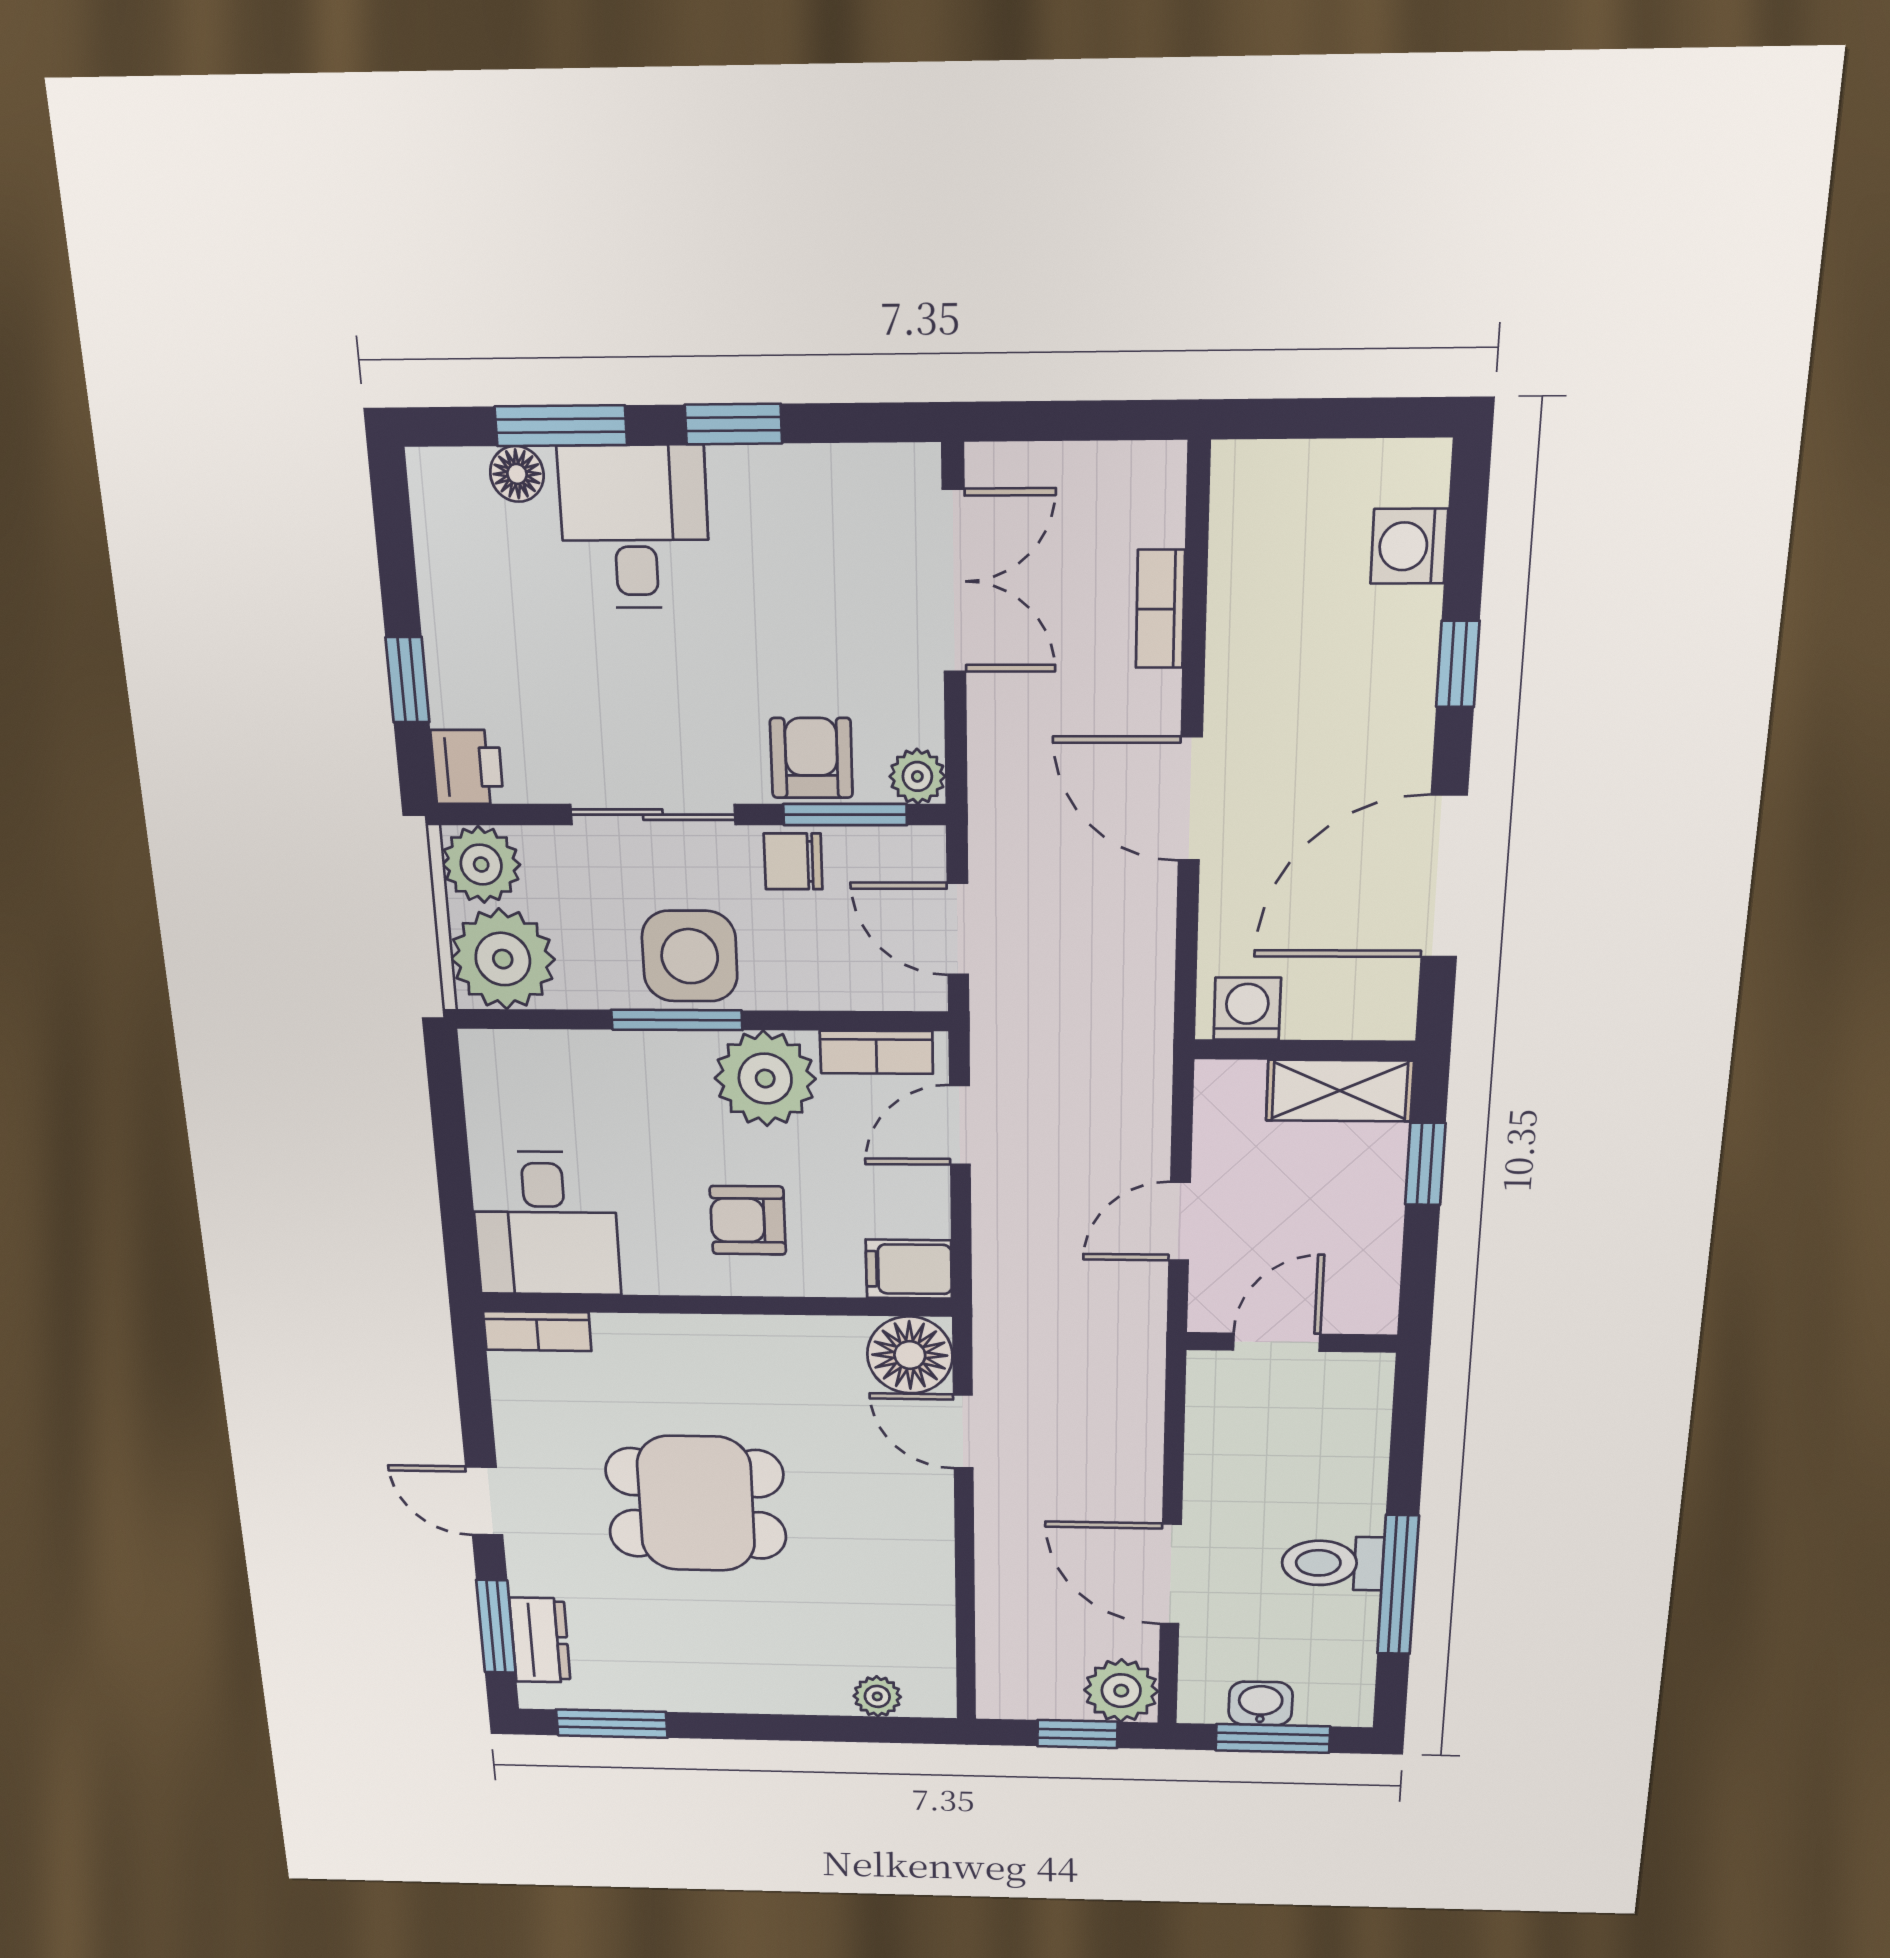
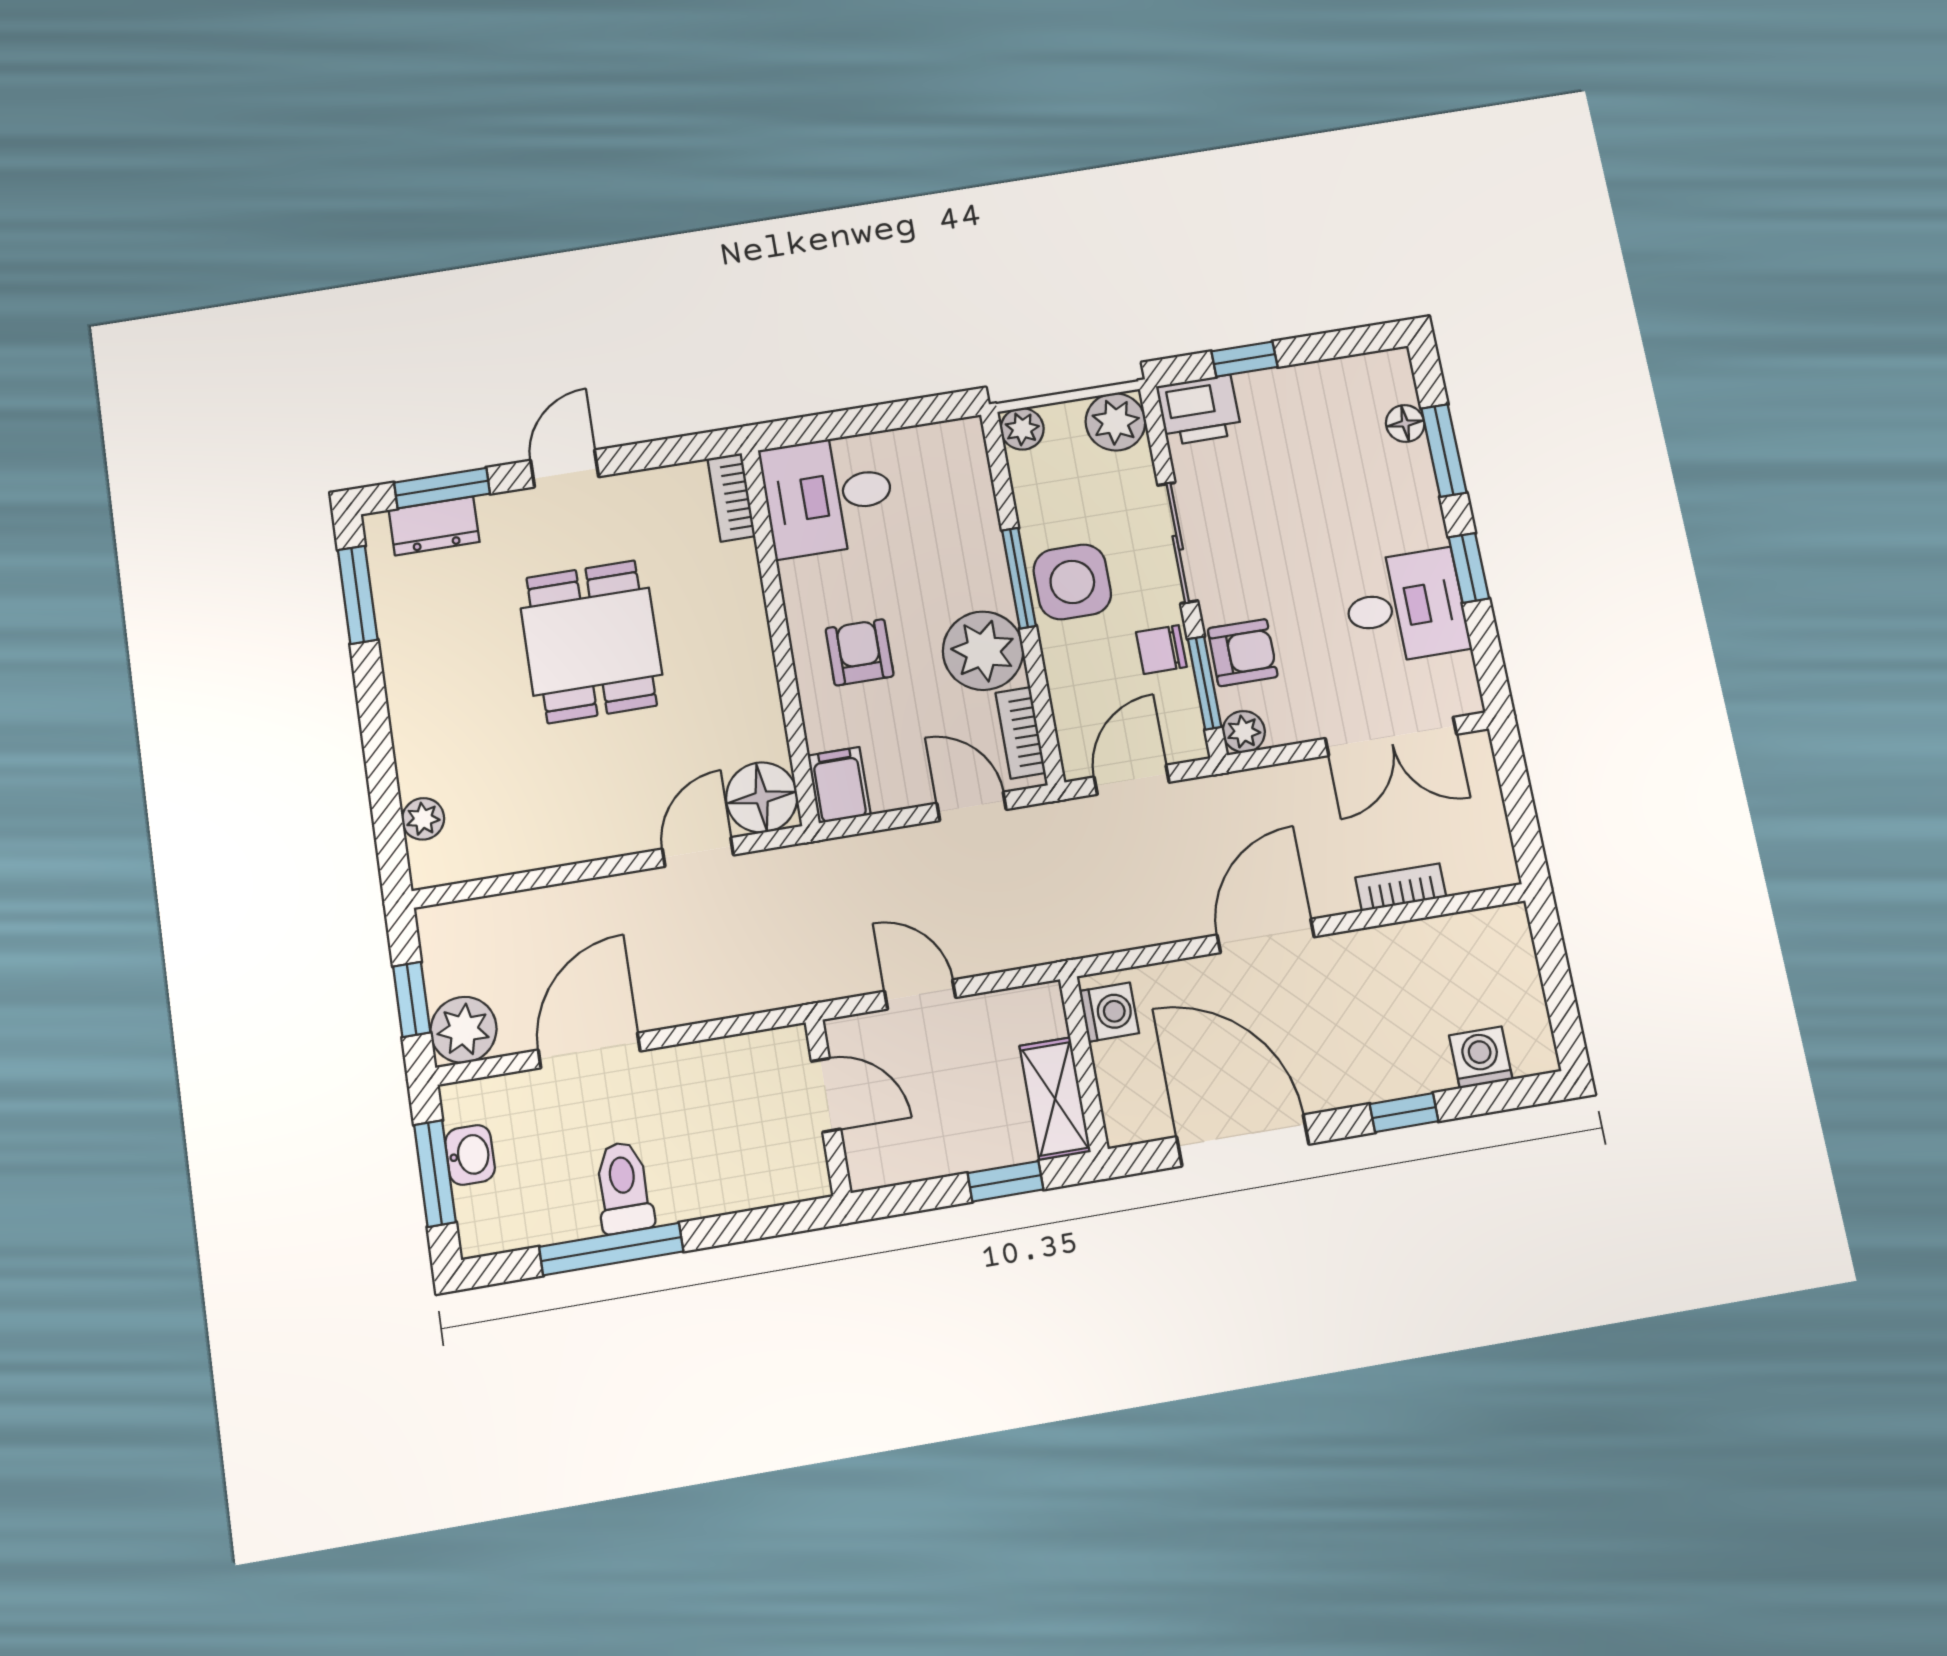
desk: (635, 527) -> (1405, 607), moved
printer: (467, 767) -> (1199, 410), width x1.36, depth x1.24
chair: (793, 861) -> (1161, 650), turned -90
plant: (503, 959) -> (1022, 429), width x0.53, depth x0.53

